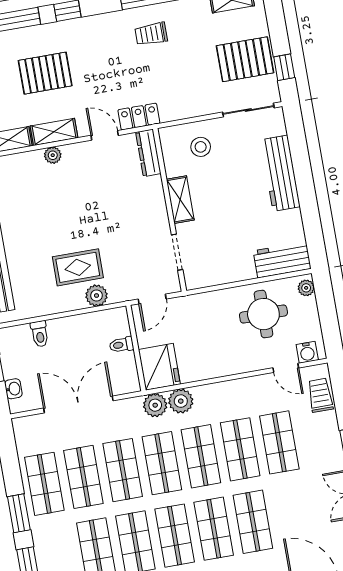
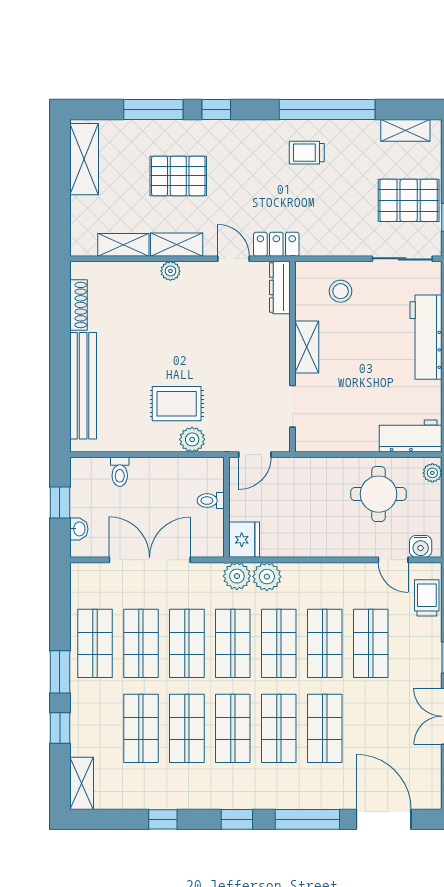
fridge: (159, 367) -> (244, 540), width x0.73, depth x0.75

